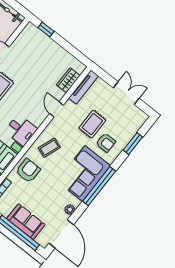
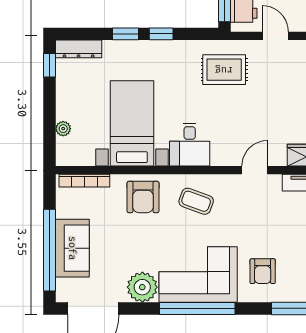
rug: (92, 124) -> (273, 234), removed
armchair: (28, 171) -> (143, 197), turned 90
plant: (70, 210) -> (142, 287), width x1.88, depth x1.88

